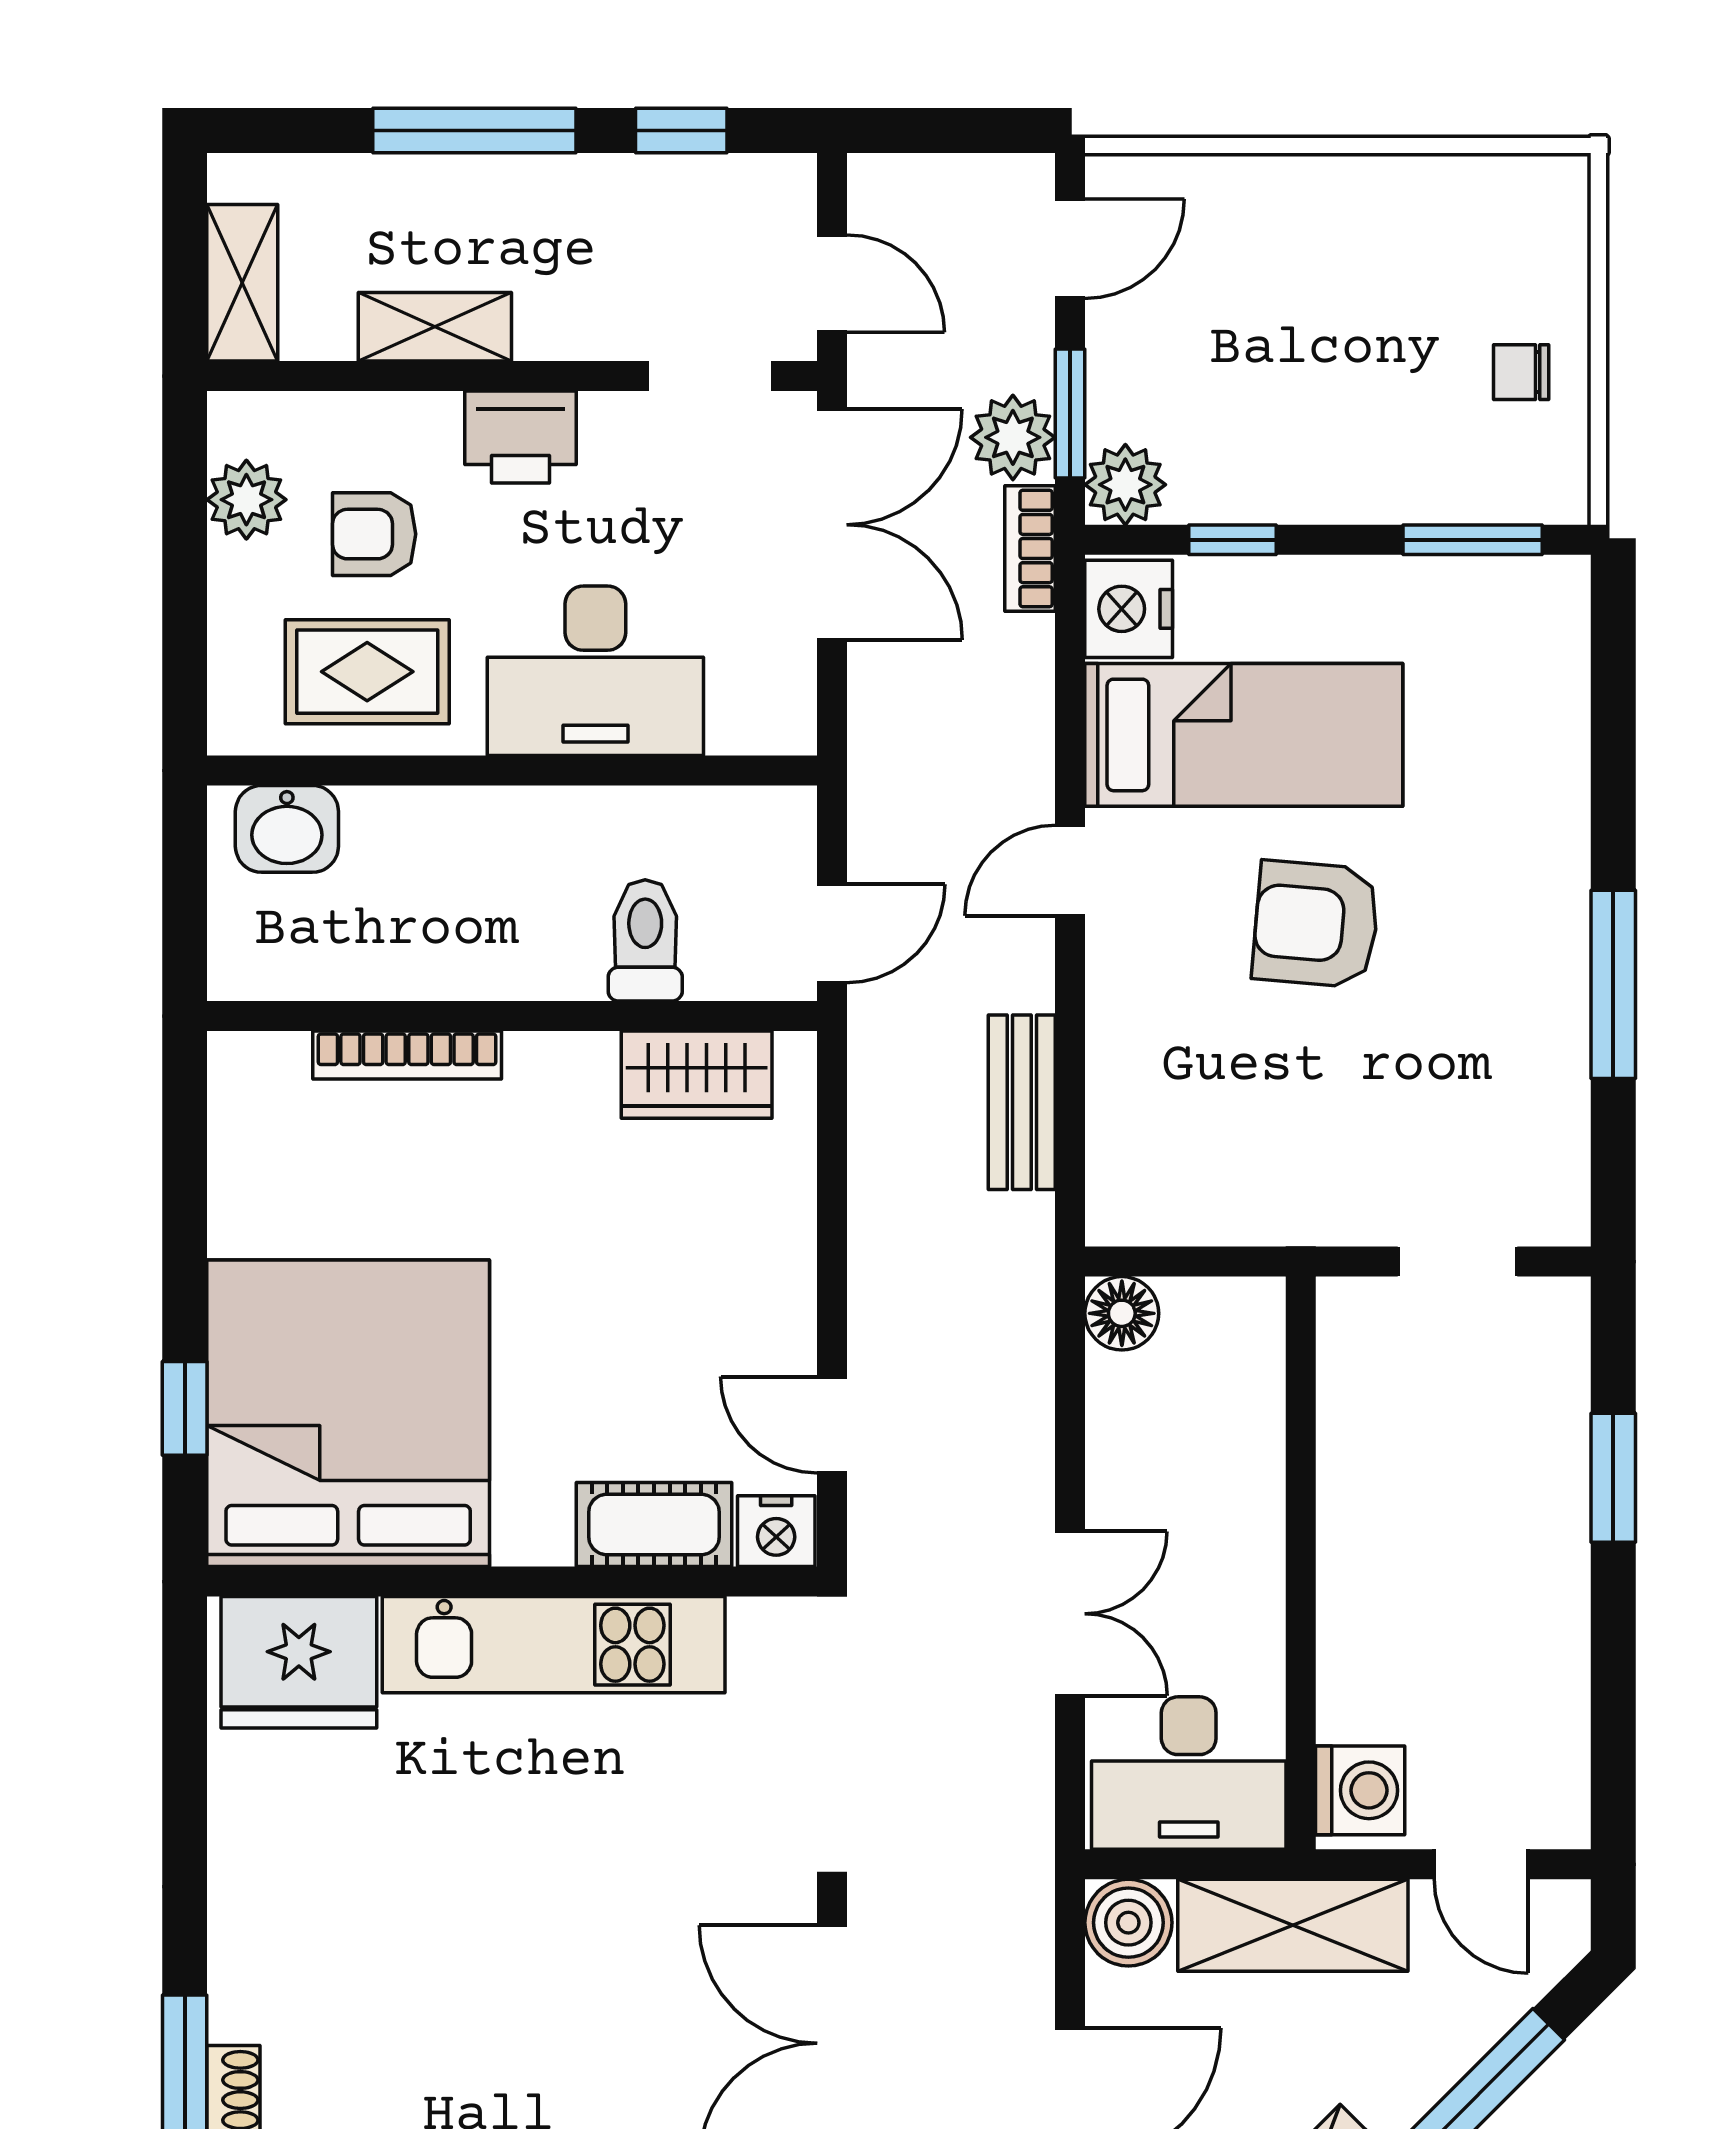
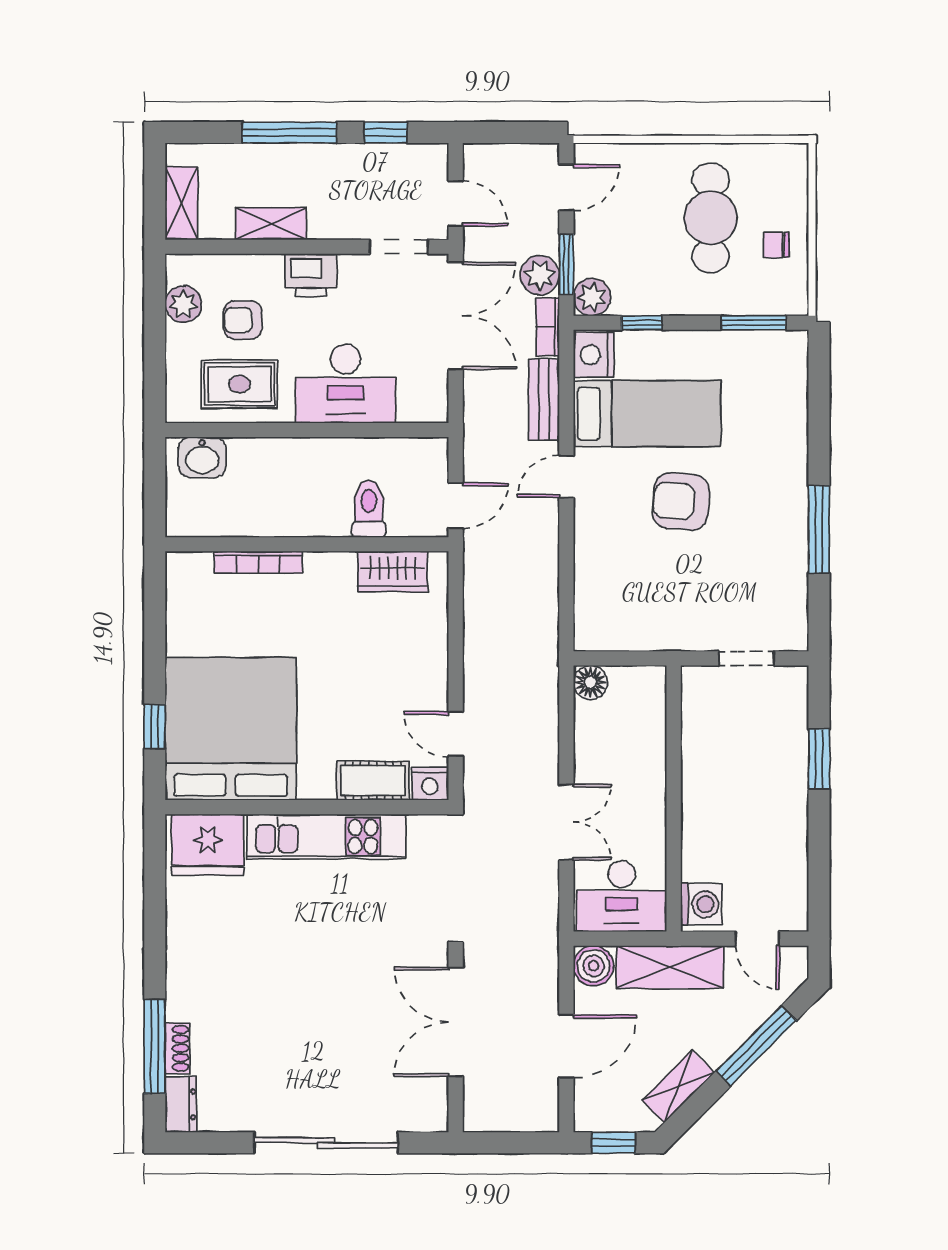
cafe table: (1380, 314) -> (711, 218), added
bench: (1022, 1102) -> (544, 399), moved

